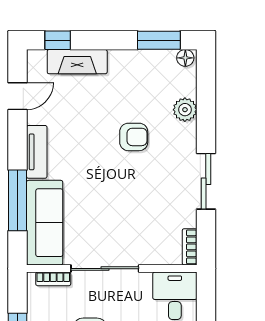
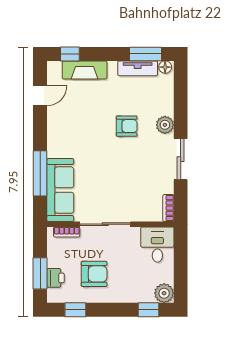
plant: (185, 110) -> (165, 125), moved
tv unit: (37, 152) -> (138, 68), moved, turned 90

